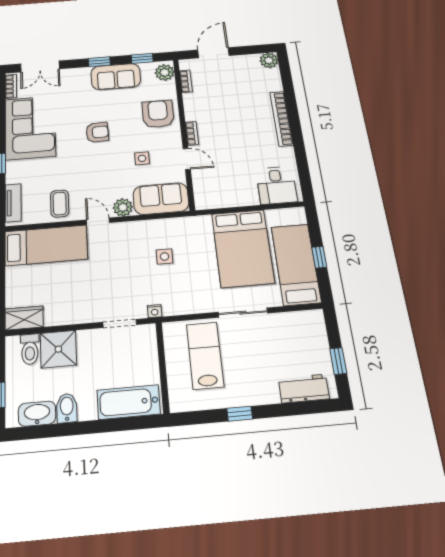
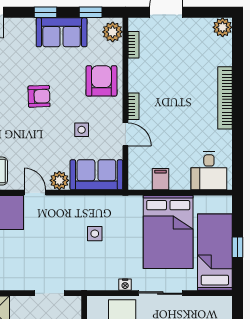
filing cabinet: (228, 197) -> (160, 179), added
nightstand: (155, 311) -> (125, 285), moved

